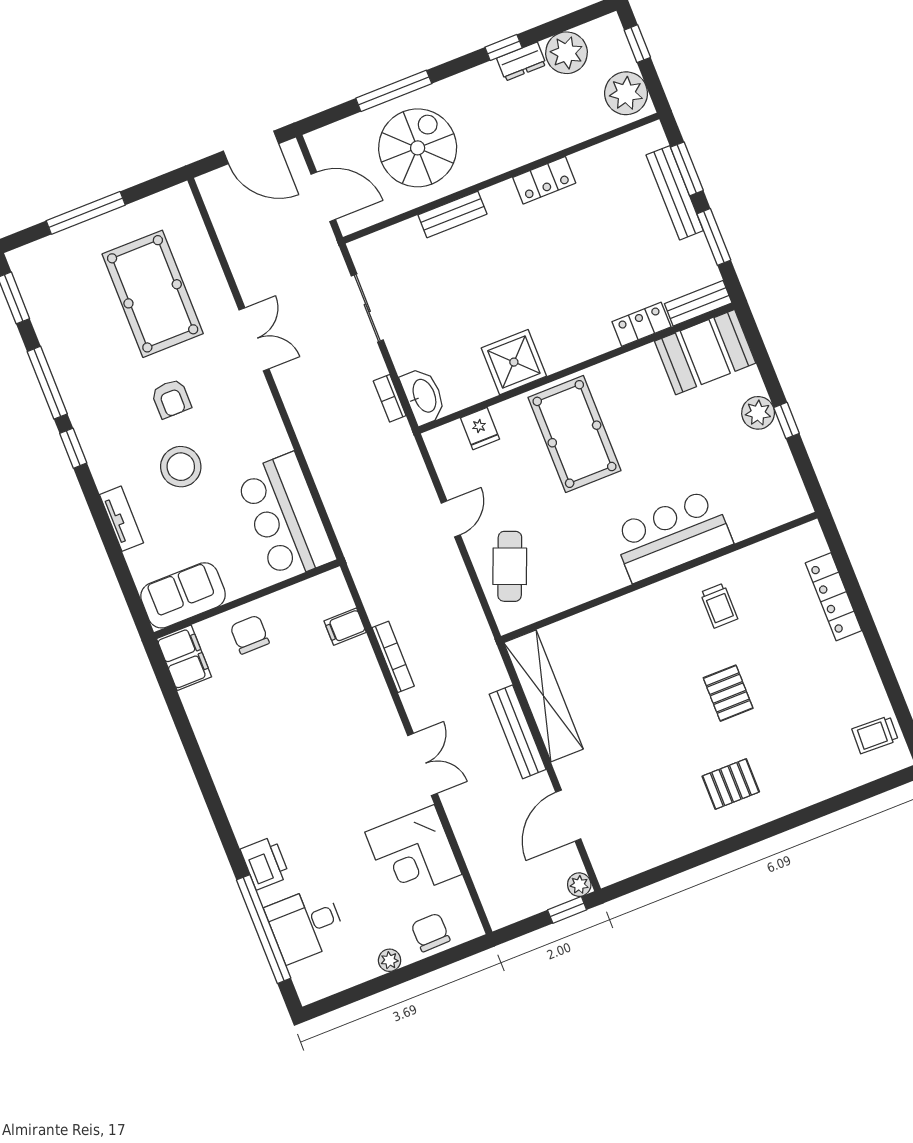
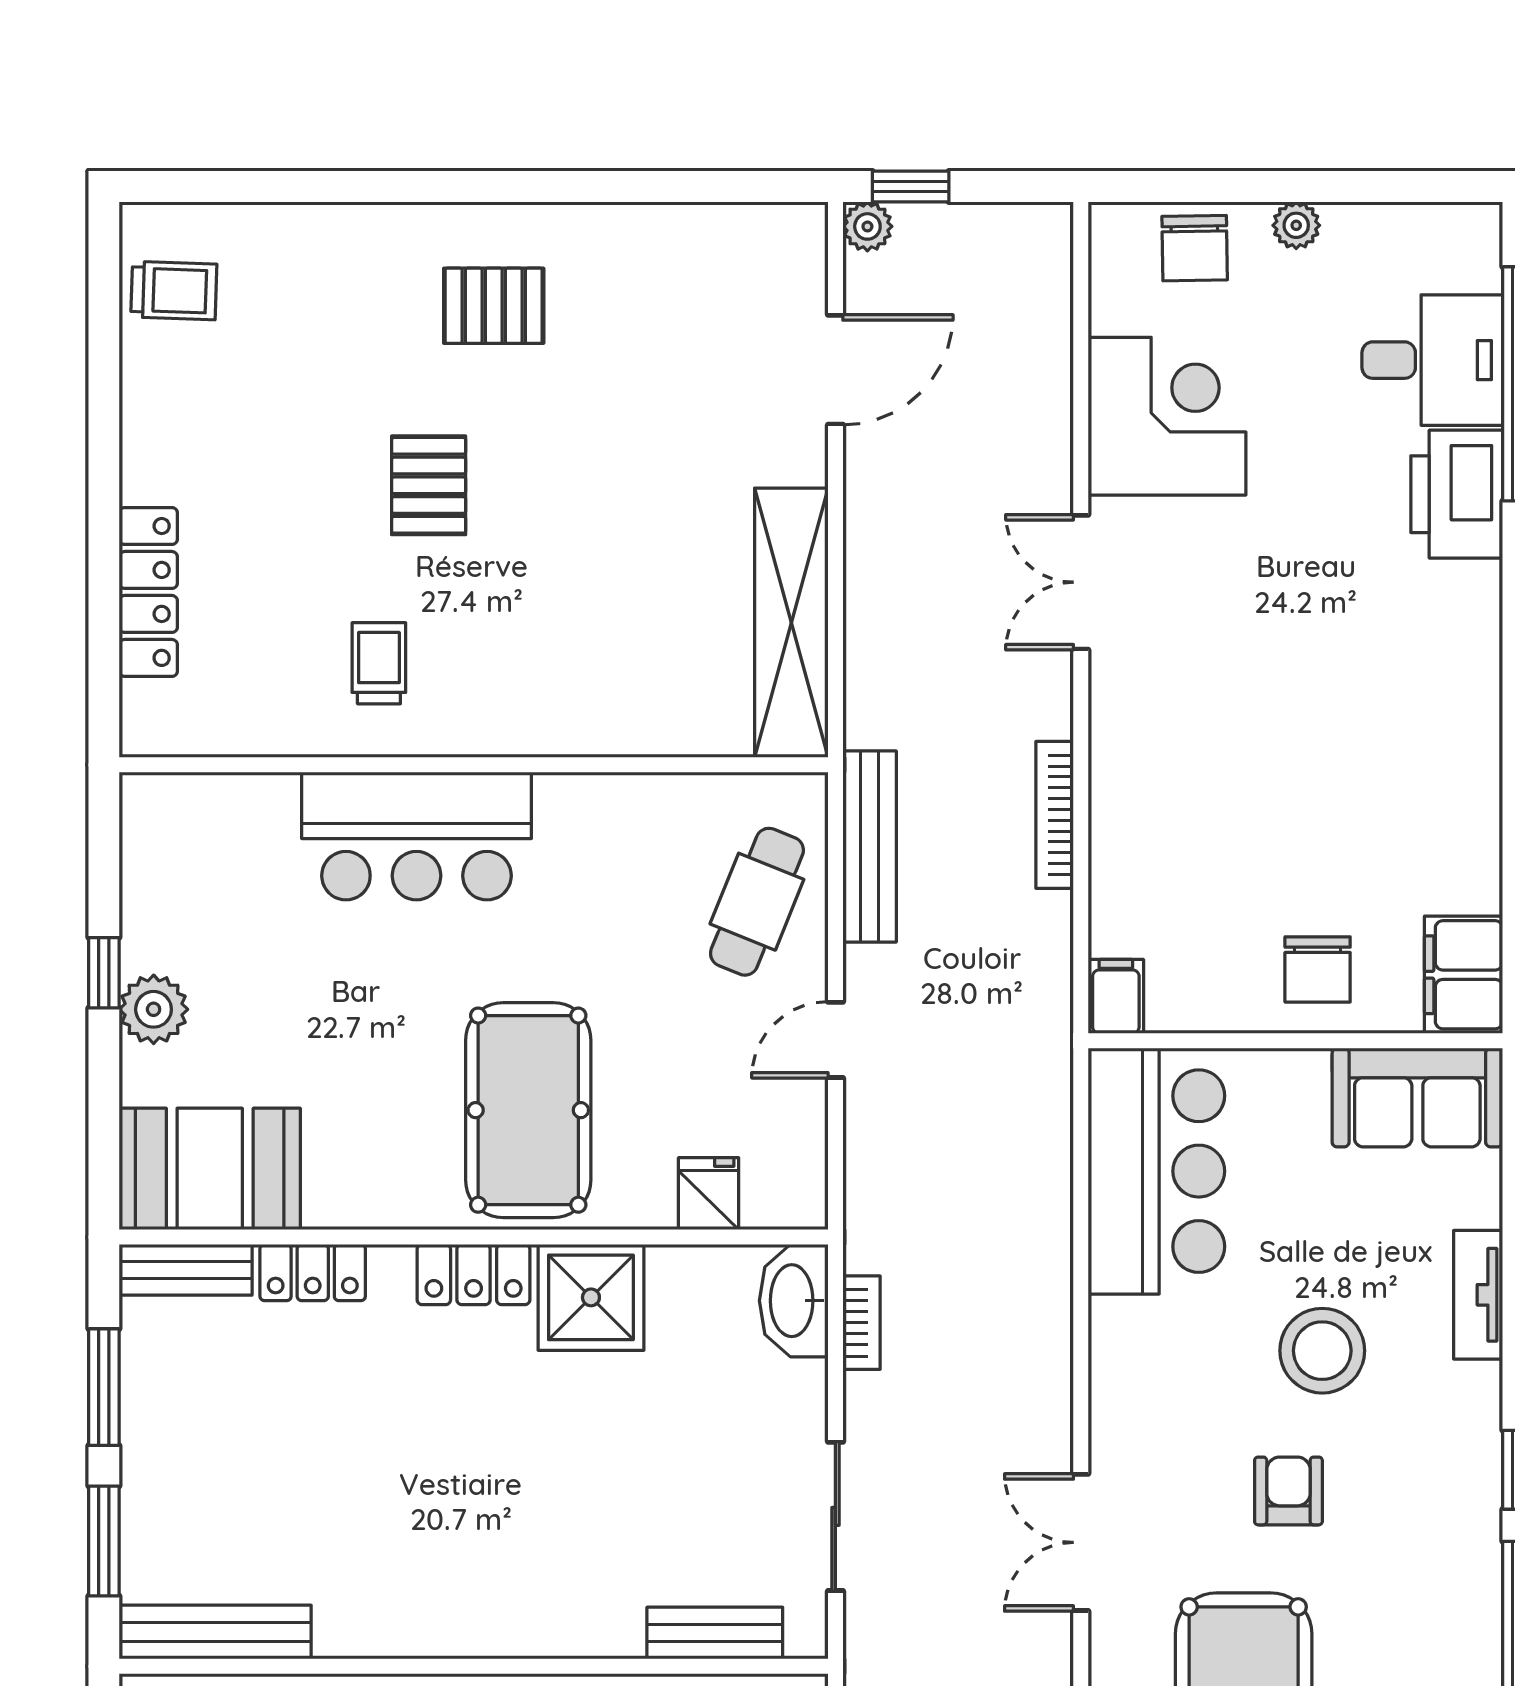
locker: (544, 180) -> (474, 1275), moved, turned 180
bench: (675, 193) -> (215, 1632), moved, turned 90
bench: (452, 214) -> (715, 1633), moved
filing cabinet: (345, 627) -> (1116, 996), moved, turned -90
bench: (518, 732) -> (870, 847), moved
printer: (265, 863) -> (1457, 494), width x1.37, depth x1.19

